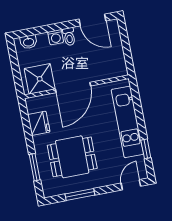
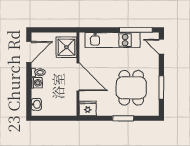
shower: (40, 79) -> (66, 47), moved
fridge: (39, 123) -> (88, 108), moved
window: (146, 149) -> (136, 30), width x2.17
window: (35, 167) -> (123, 118), moved

